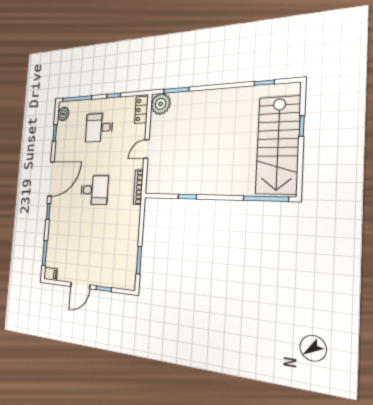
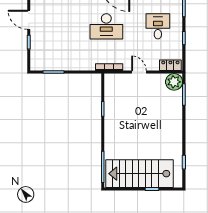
desk: (94, 190) -> (106, 26), width x1.37

